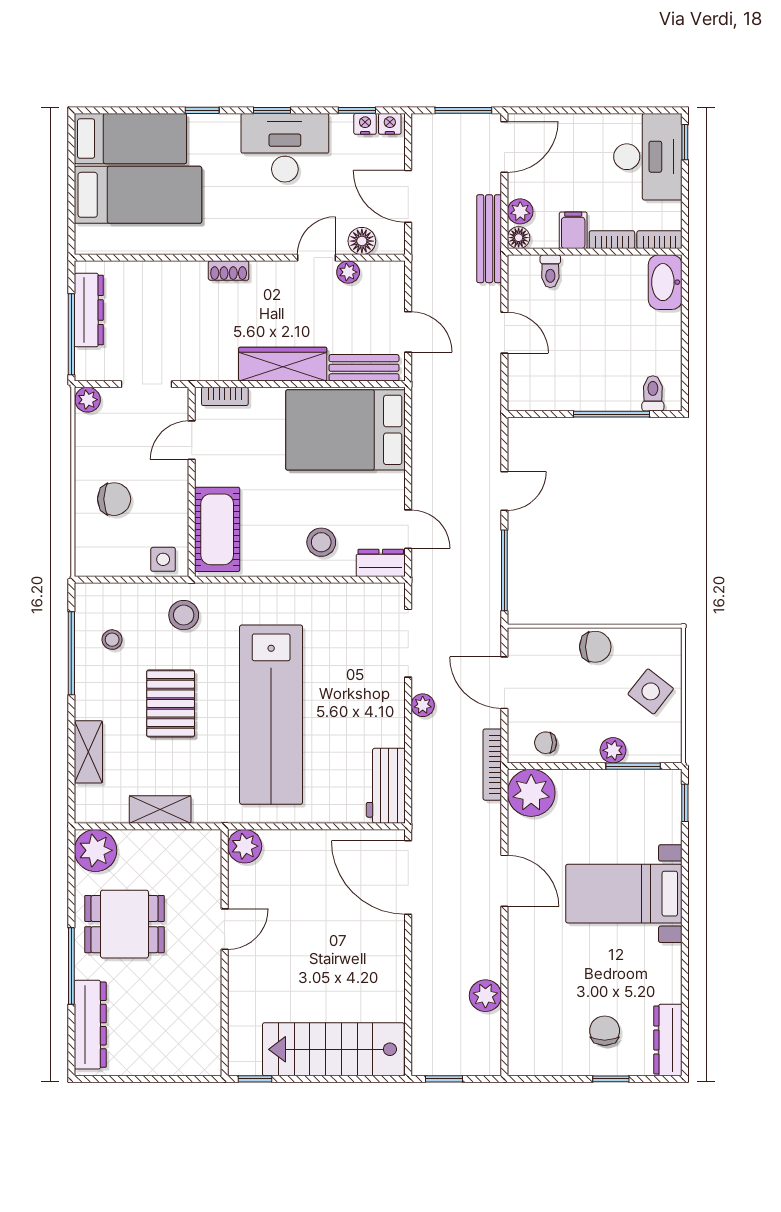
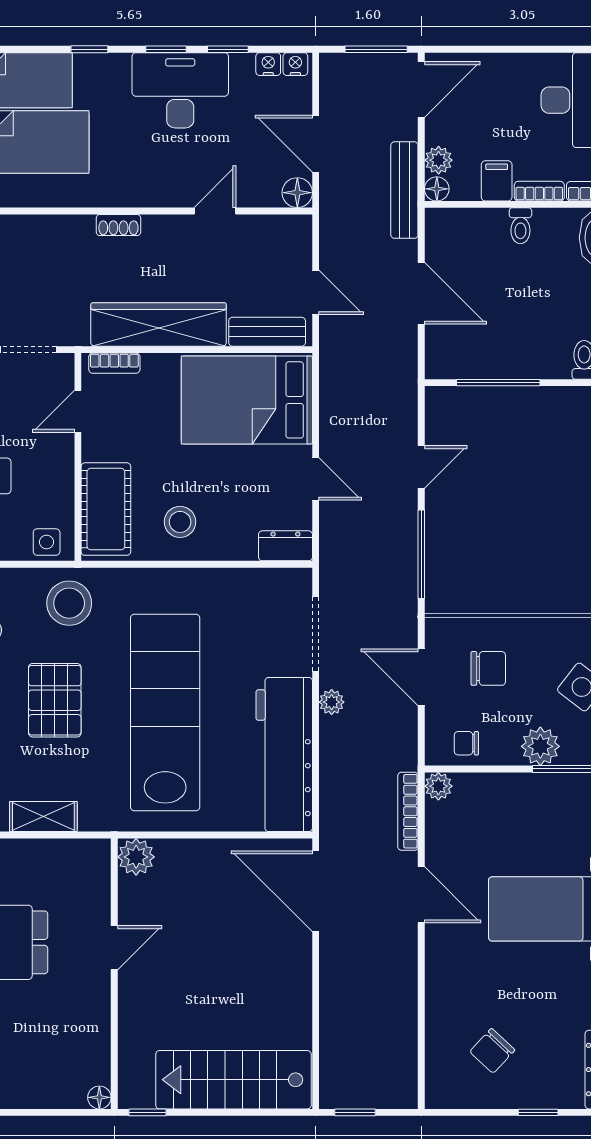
window: (357, 110) -> (228, 49), moved
floor lamp: (362, 241) -> (297, 193), moved
toilet: (550, 271) -> (520, 226), moved
plant: (348, 272) -> (250, 227), removed
door: (504, 333) -> (421, 293), width x1.38
wardrobe: (283, 364) -> (159, 324), width x1.40, depth x1.17
window: (612, 414) -> (498, 383), moved
door: (408, 529) -> (316, 479), moved
stool: (321, 542) -> (180, 522), moved
stool: (184, 615) -> (69, 603), width x1.38, depth x1.38
chair: (595, 647) -> (488, 668), moved
lab bench: (271, 715) -> (165, 712), turned 180
plant: (613, 750) -> (540, 746), width x1.38, depth x1.38
bookcase: (492, 765) -> (408, 811), moved
workbench: (386, 786) -> (284, 754), width x1.88, depth x1.32
plant: (531, 793) -> (438, 786), width x0.53, depth x0.53
plant: (485, 996) -> (400, 1021), removed
chair: (605, 1031) -> (492, 1051), moved, turned -137
floor lamp: (211, 1065) -> (99, 1097), added

